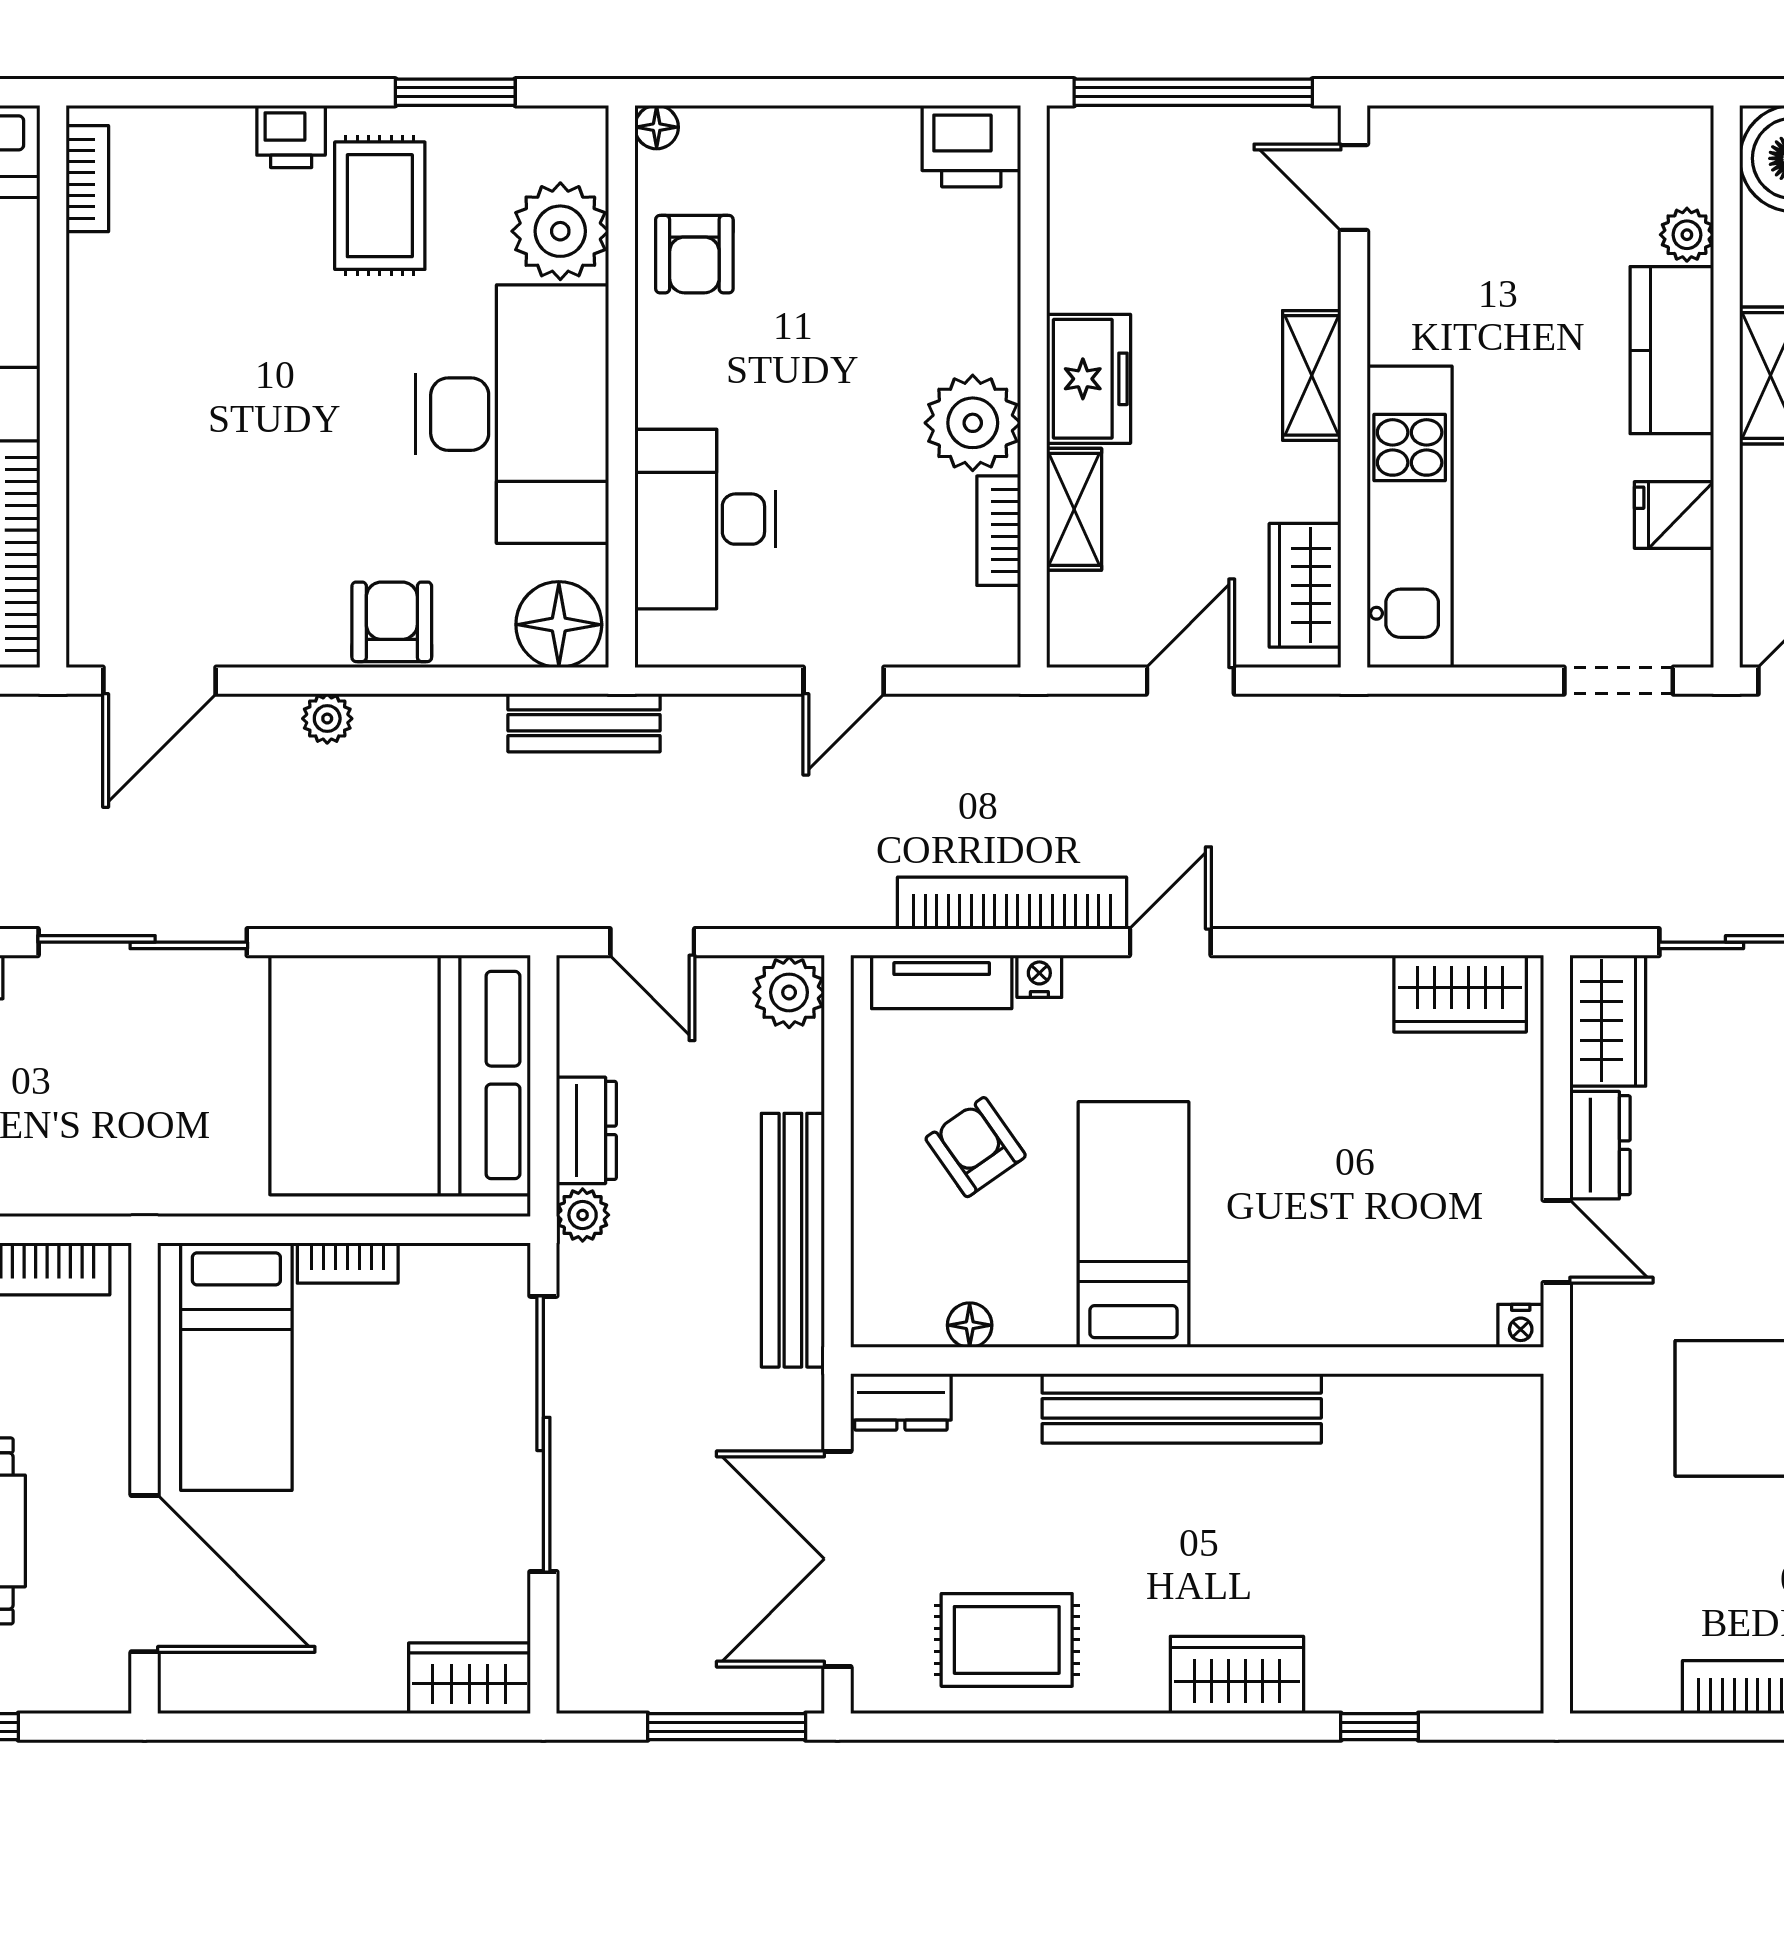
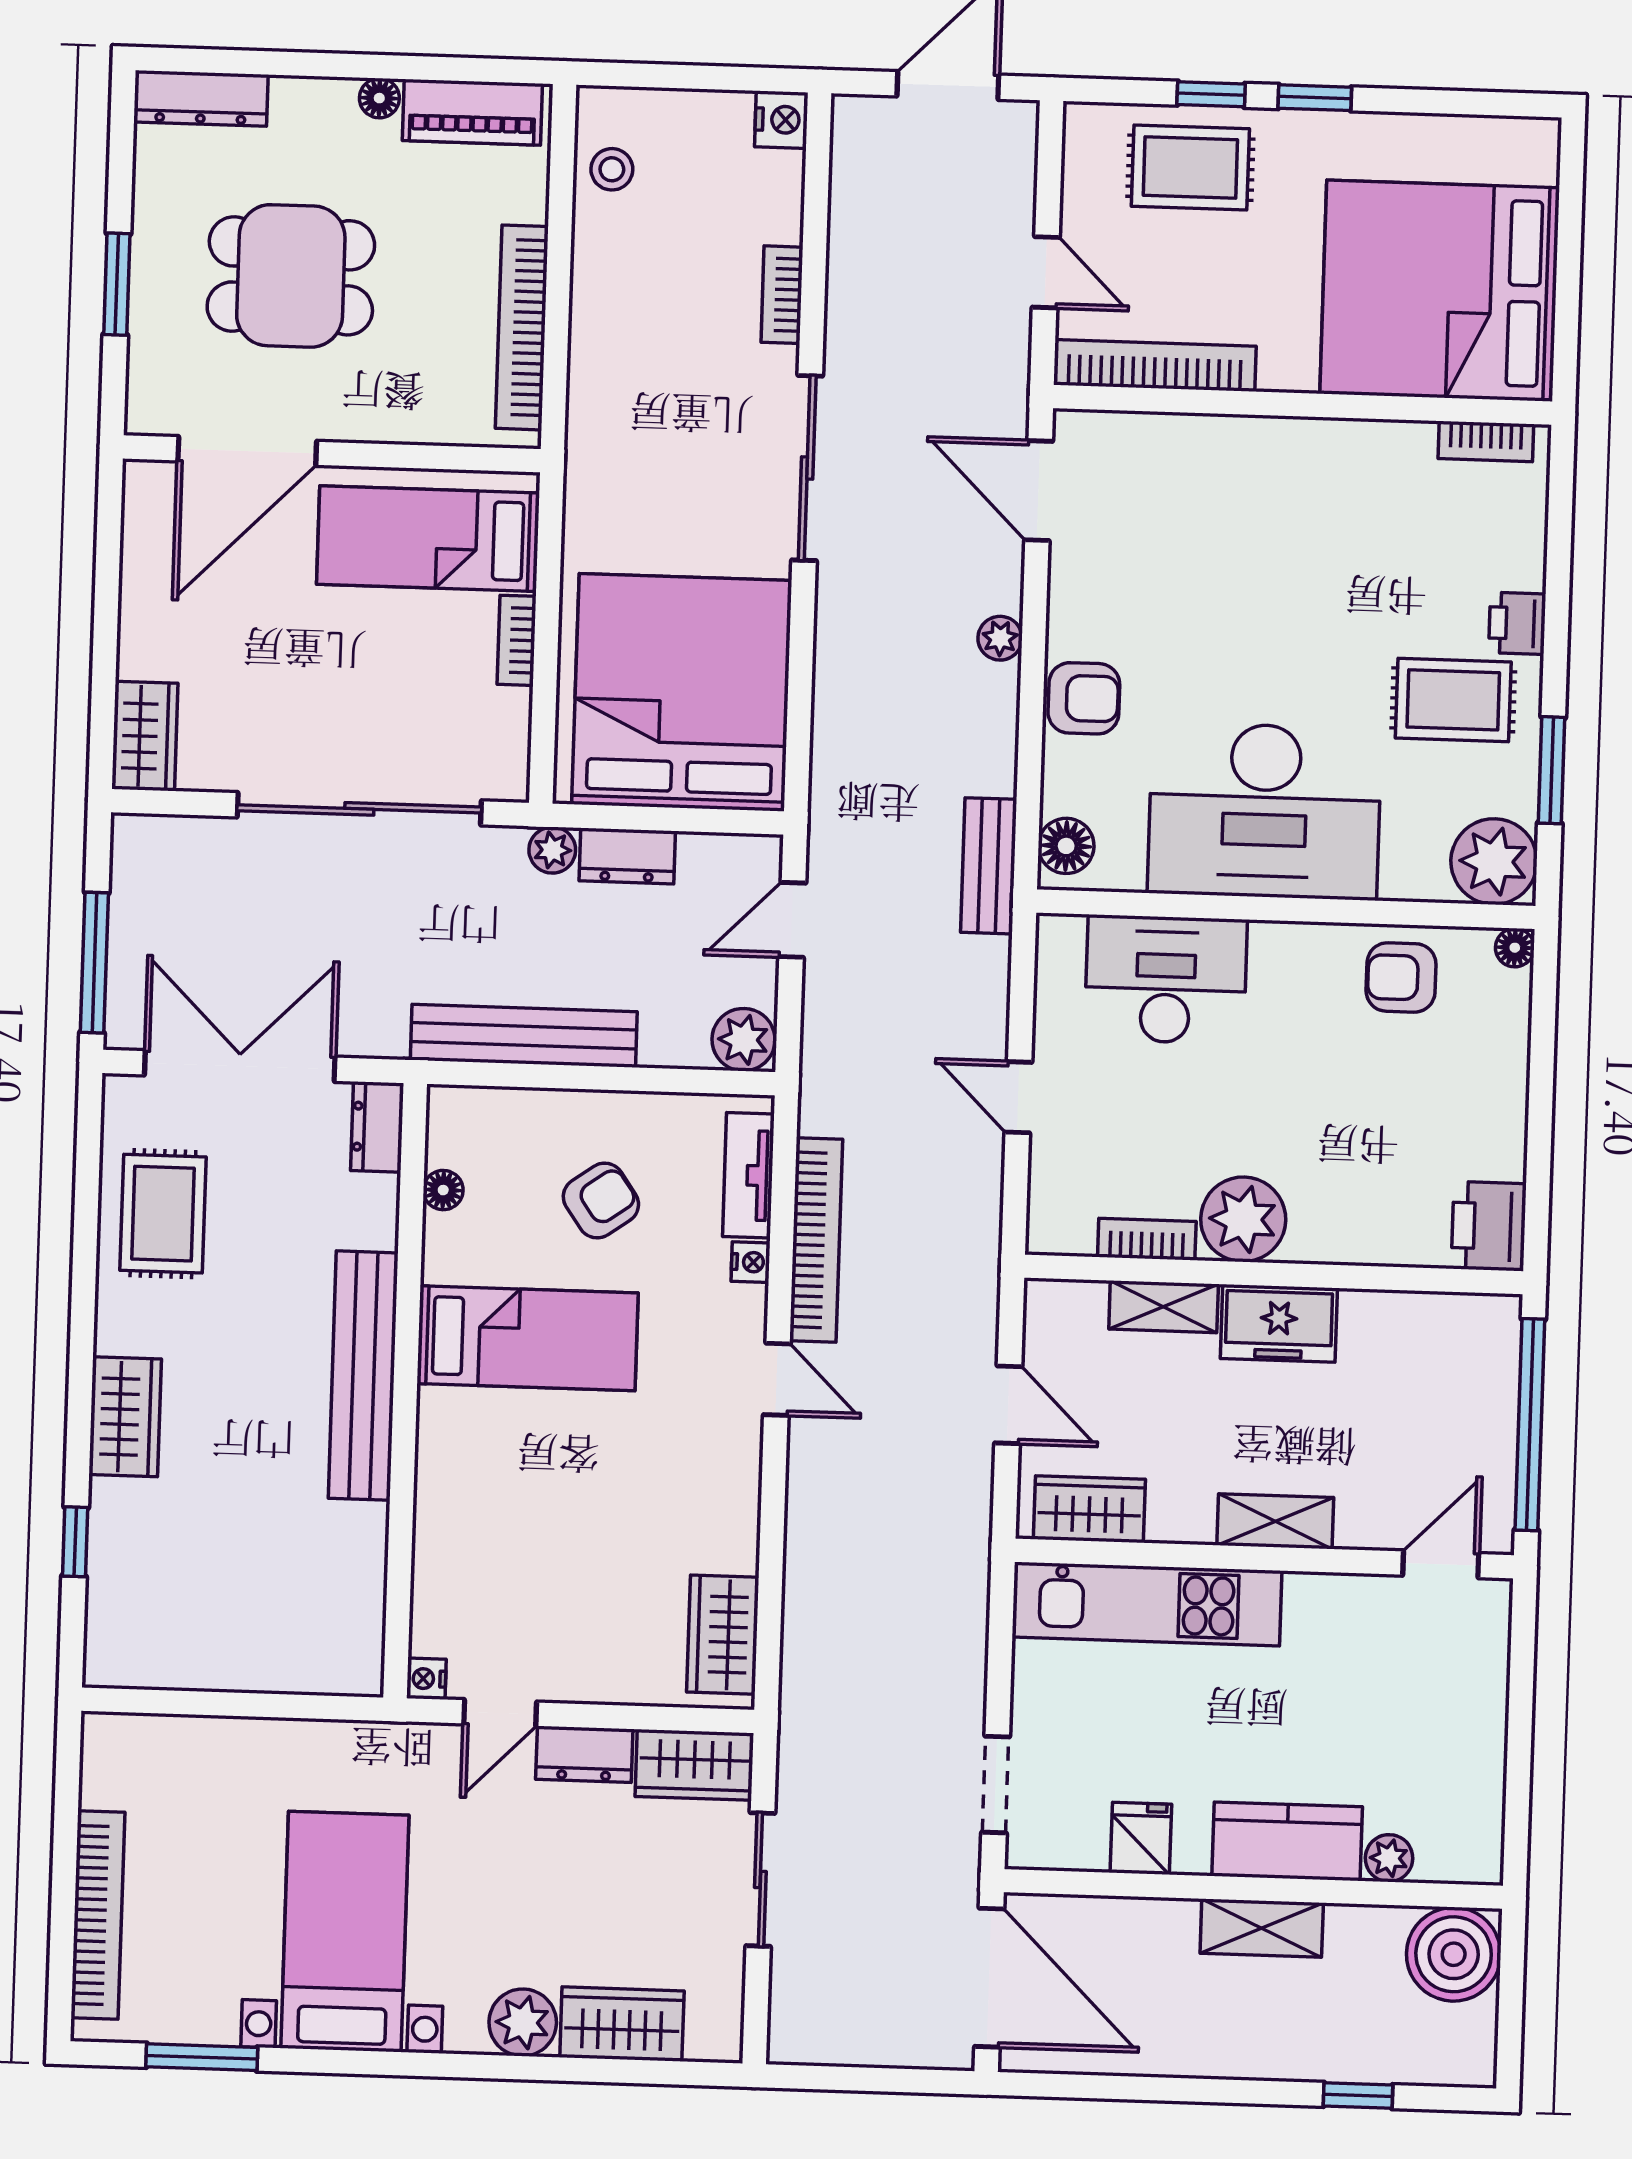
plant: (560, 231) -> (1494, 861), moved
floor lamp: (559, 625) -> (1066, 846), width x0.73, depth x0.73

